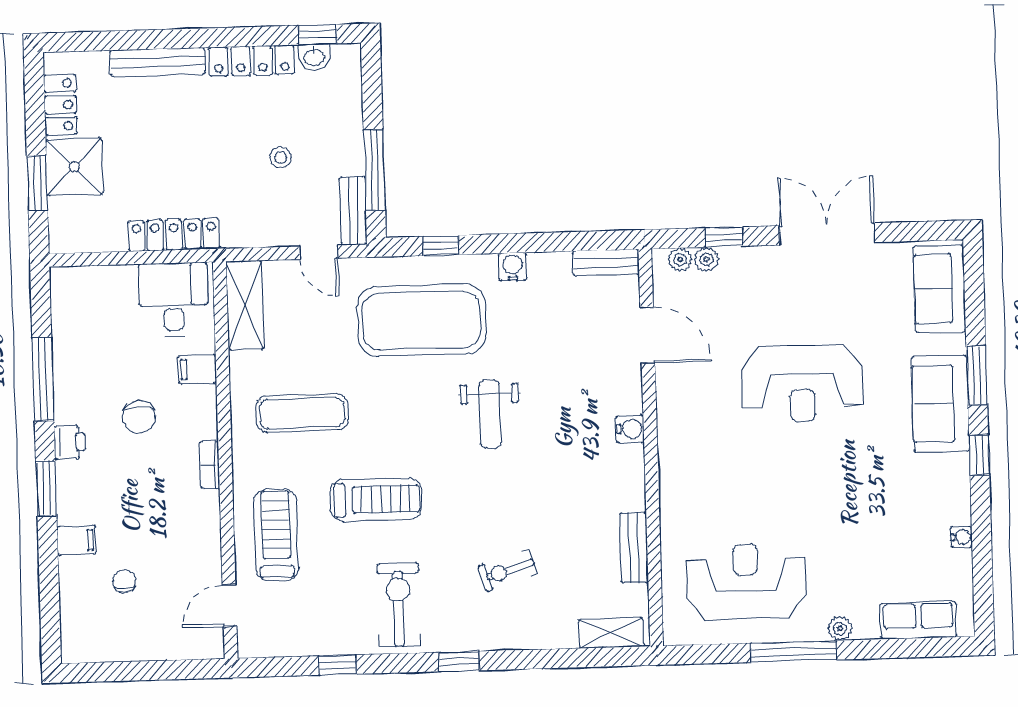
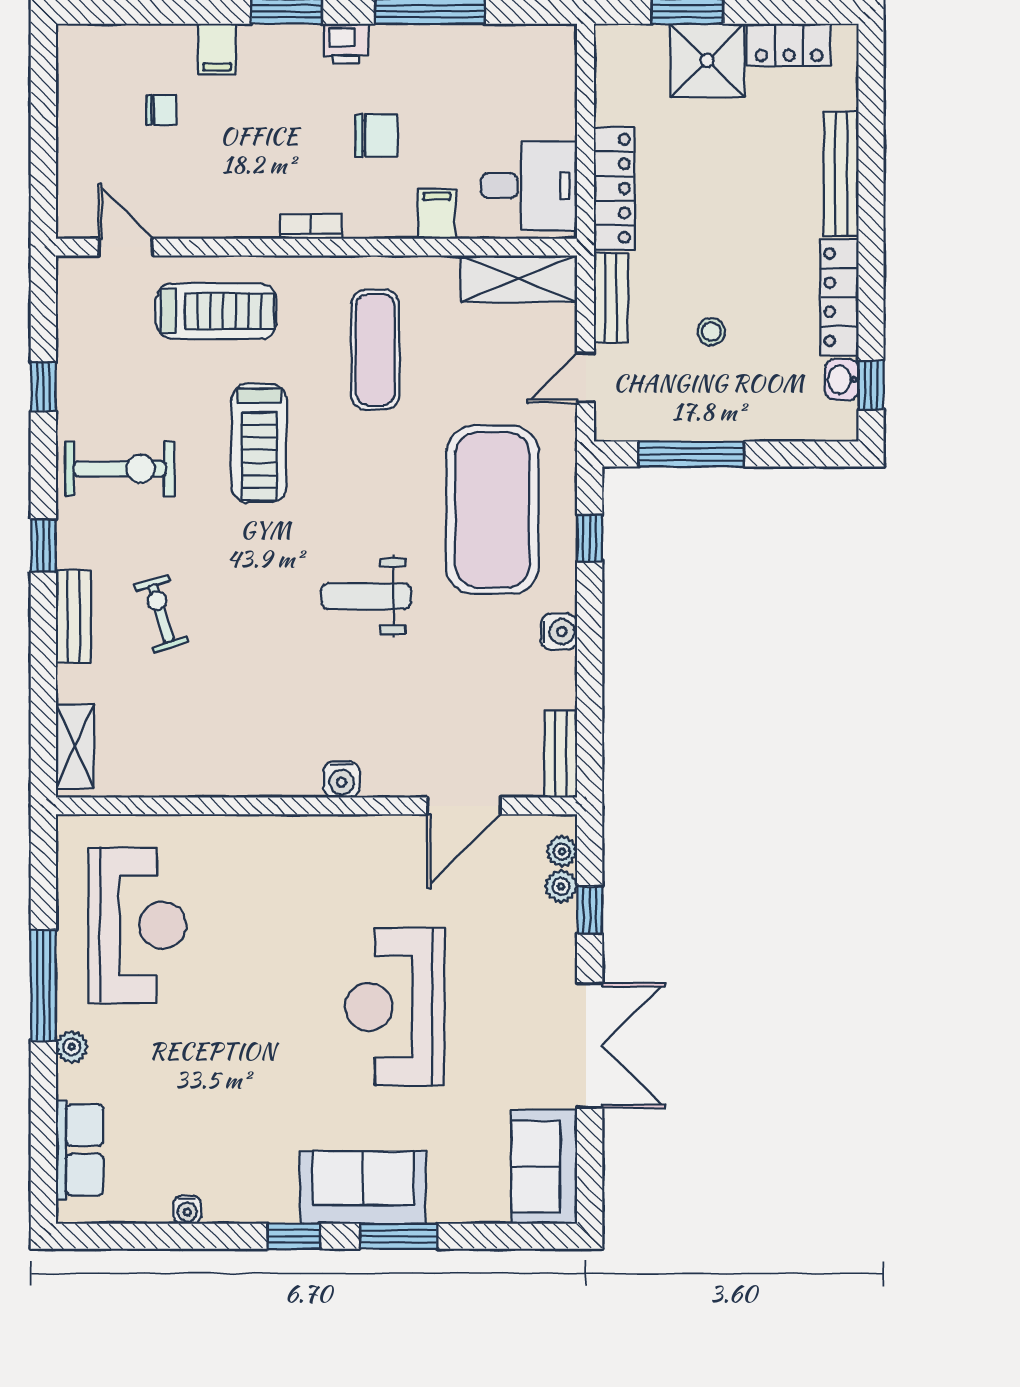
bench: (353, 211) -> (611, 298), moved, turned 90
sofa: (940, 289) -> (544, 1167), moved, turned -90
chair: (139, 417) -> (376, 136), turned 180
bench: (634, 548) -> (73, 617), moved, turned 90

